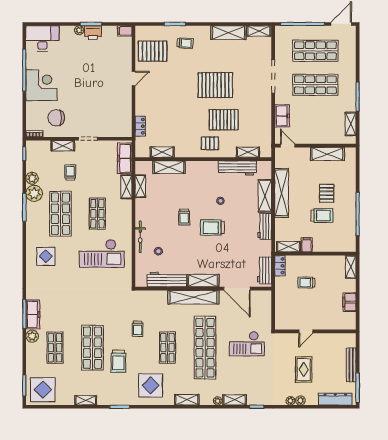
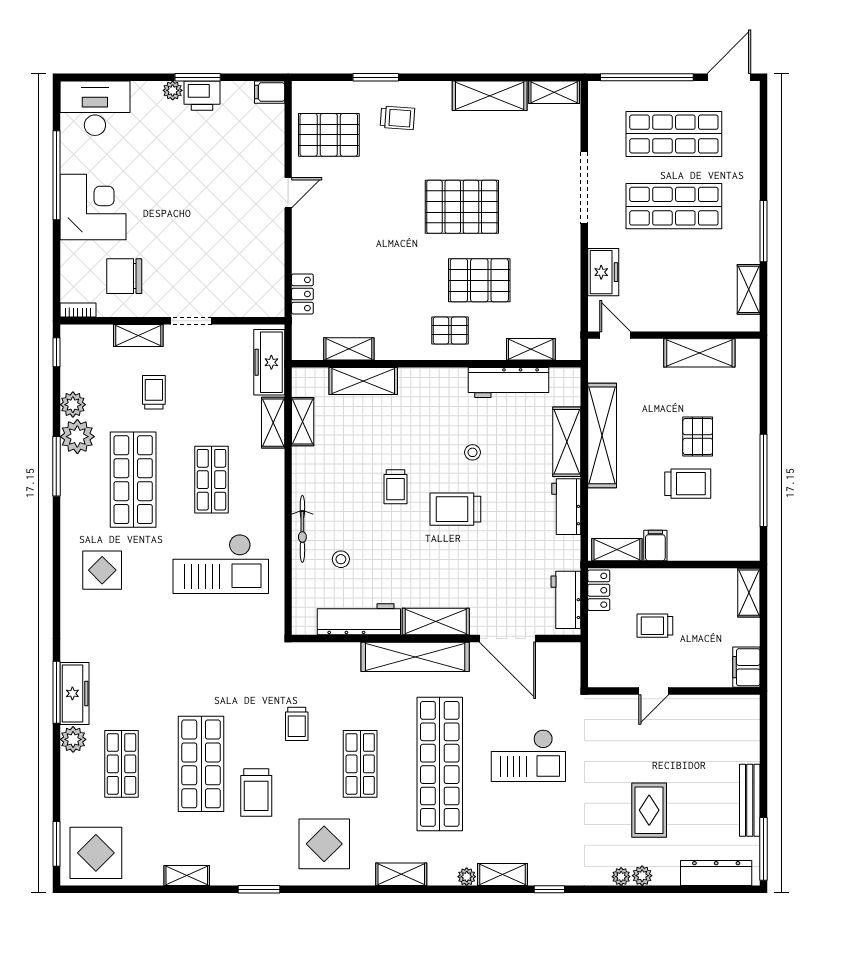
door: (306, 331) -> (654, 691), moved
wall: (315, 331) -> (674, 691), moved

